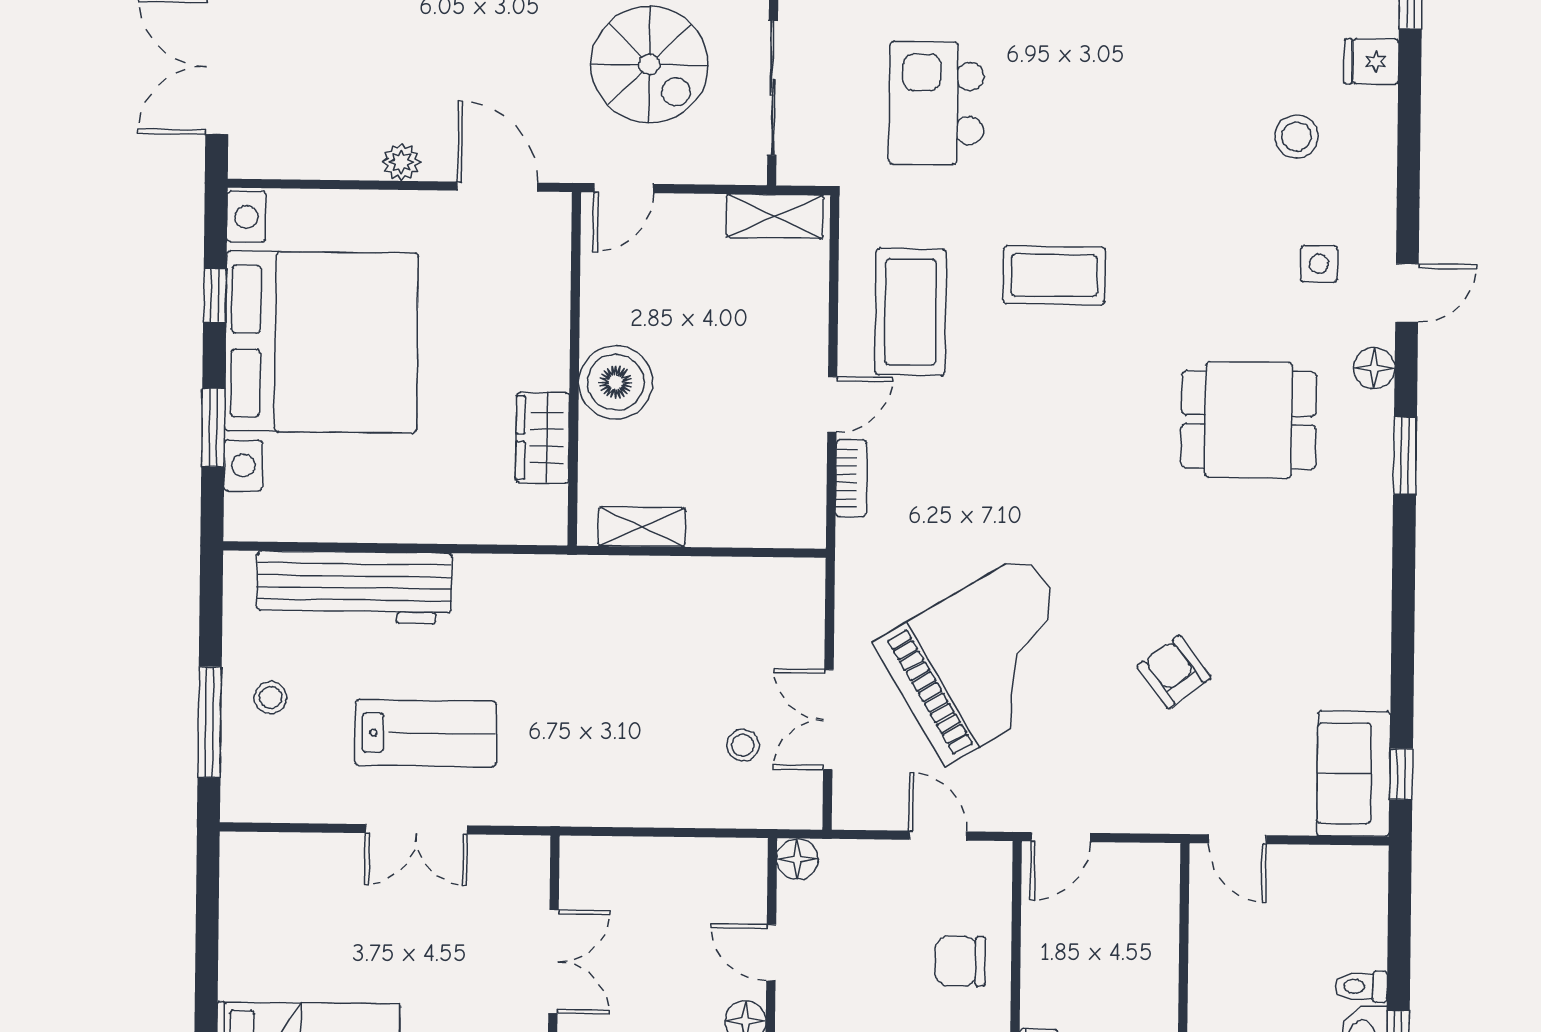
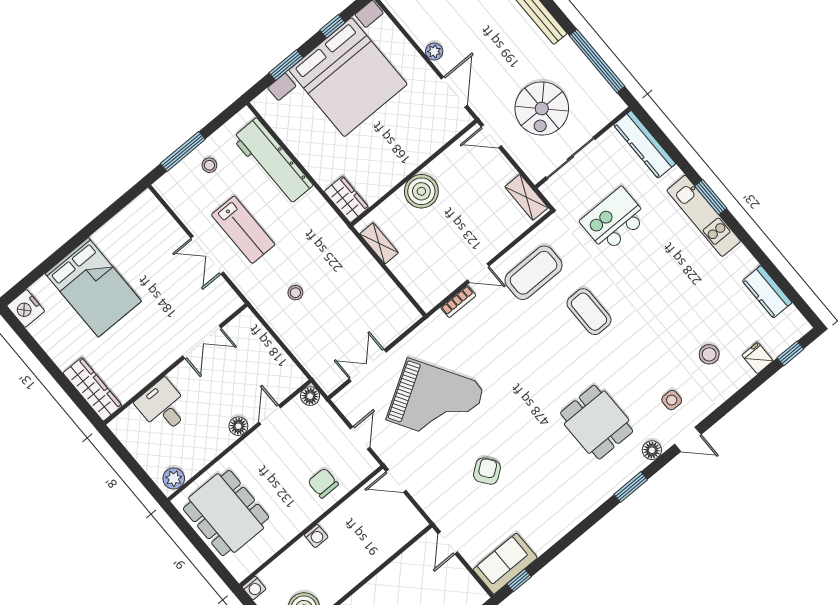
wardrobe: (543, 438) -> (346, 200), moved, turned 90
stool: (743, 745) -> (295, 293), moved

